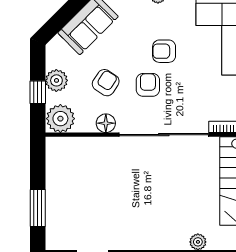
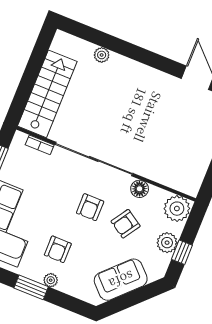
armchair: (164, 51) -> (58, 249), moved, turned 90
window: (38, 92) -> (182, 252), moved

